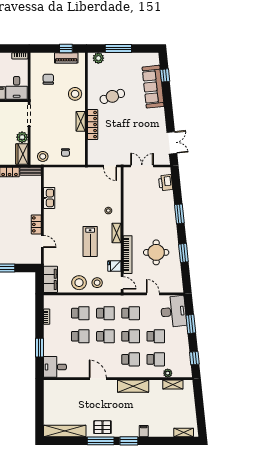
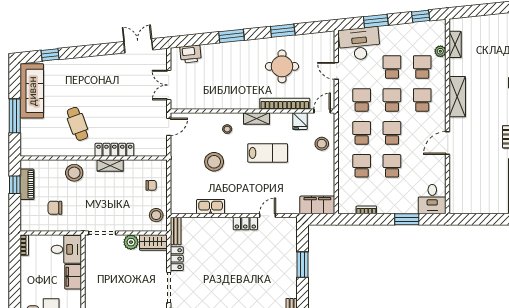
plant: (98, 58) -> (27, 142), removed
sofa: (153, 87) -> (32, 91), moved, turned -84
stool: (79, 283) -> (214, 162), moved
door: (153, 294) -> (336, 71), hinge flipped

